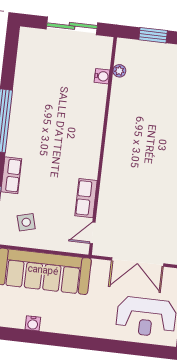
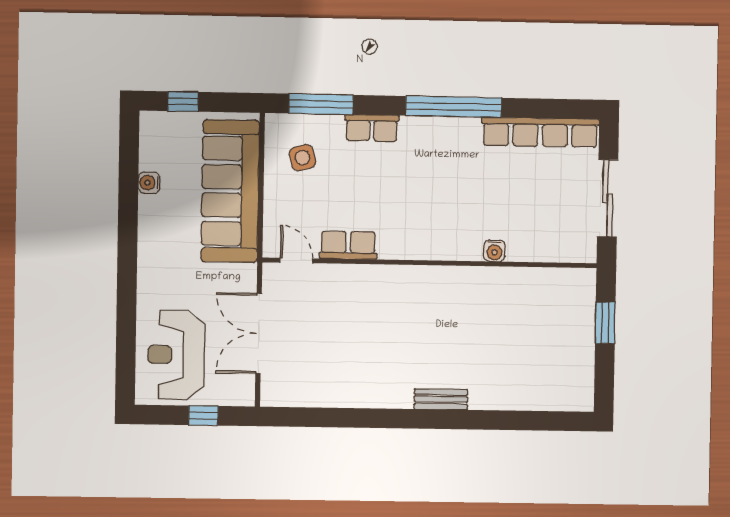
row of seats: (25, 66) -> (540, 132), added
plant: (119, 71) -> (546, 277), removed
water cooler: (102, 76) -> (494, 251), moved

